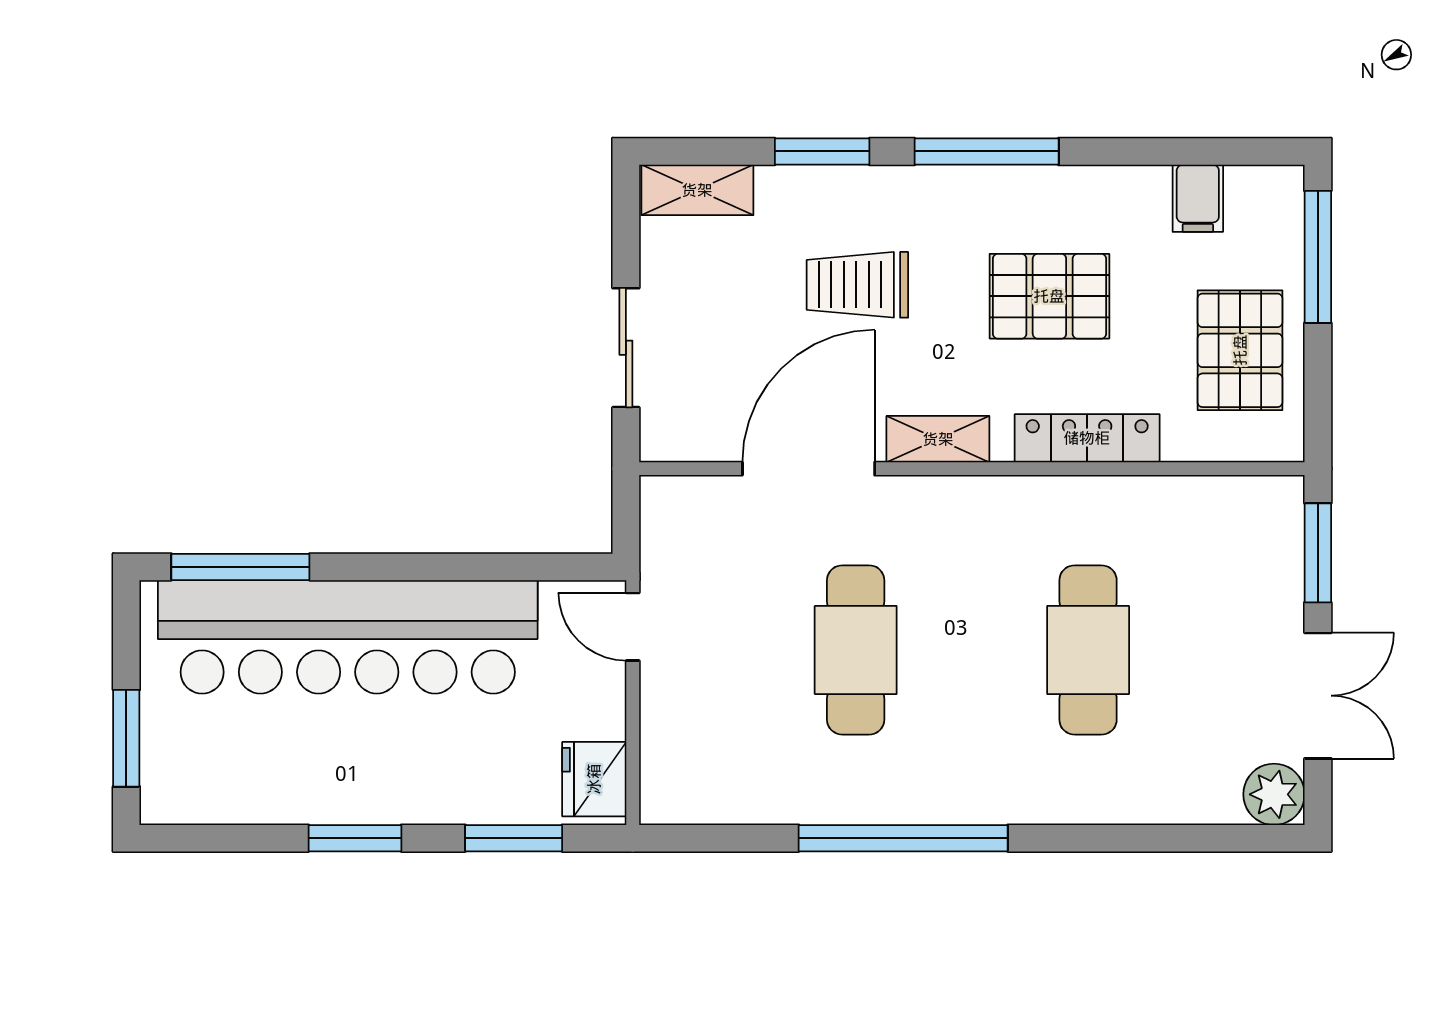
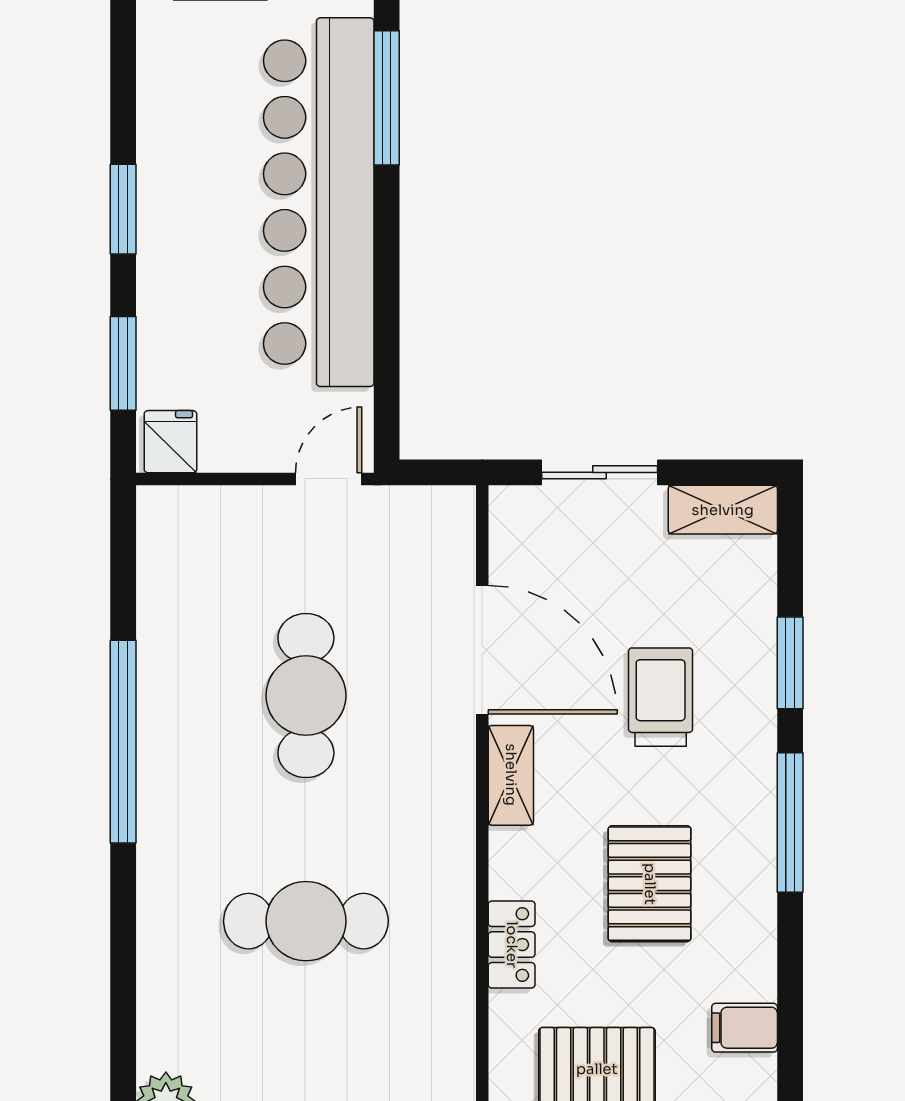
shelving: (697, 190) -> (723, 510), moved, turned 90
locker: (1087, 438) -> (512, 945), width x0.66
cafe table: (856, 650) -> (306, 696), turned 90
fridge: (594, 779) -> (170, 442), width x0.72

